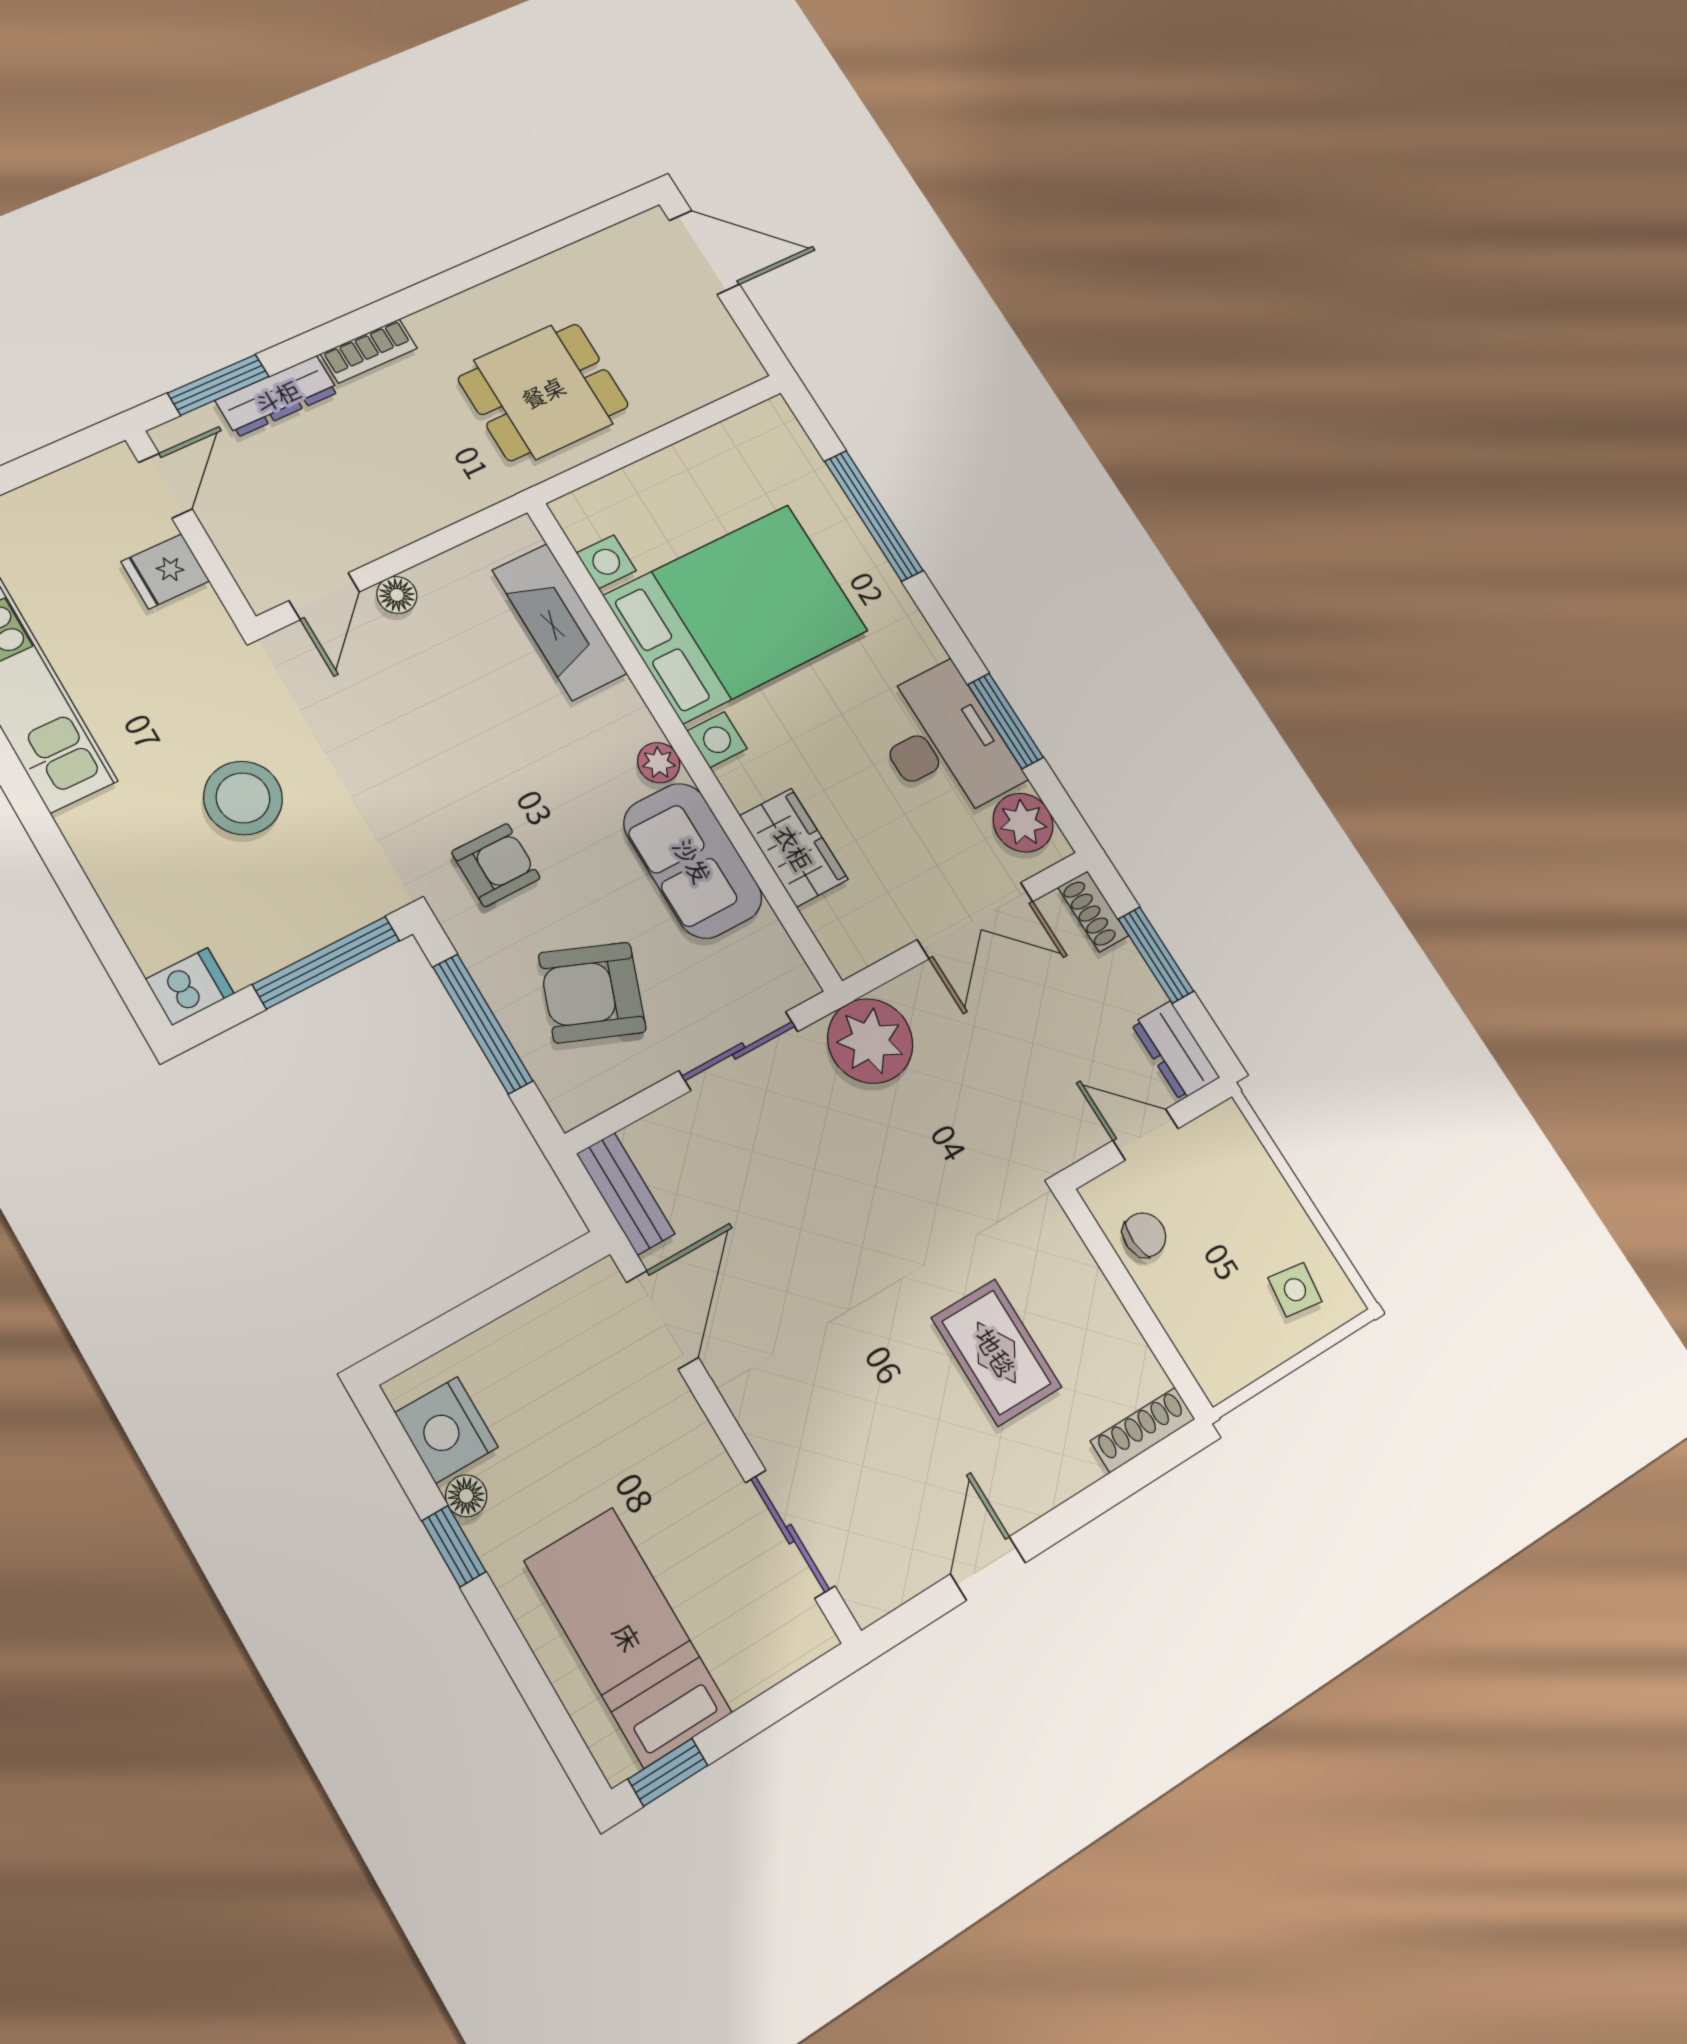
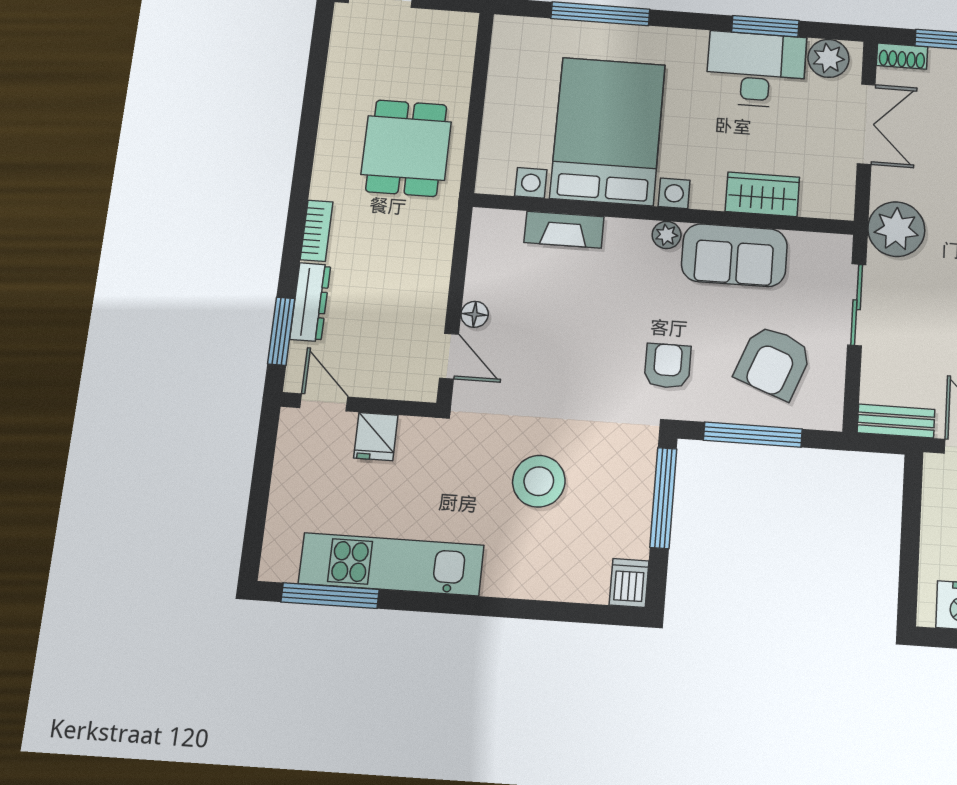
fireplace: (559, 622) -> (564, 230), width x0.73, depth x0.76

